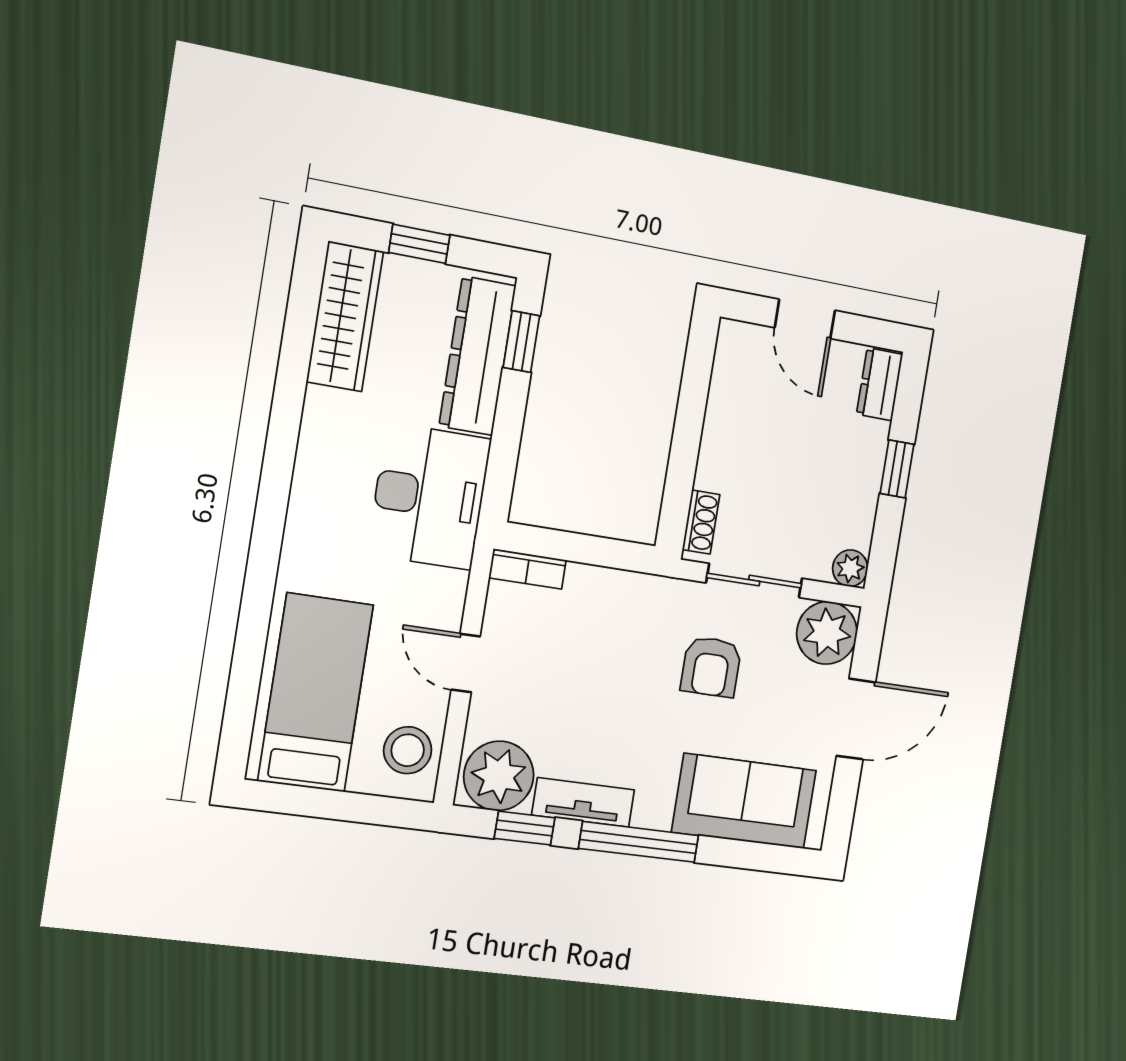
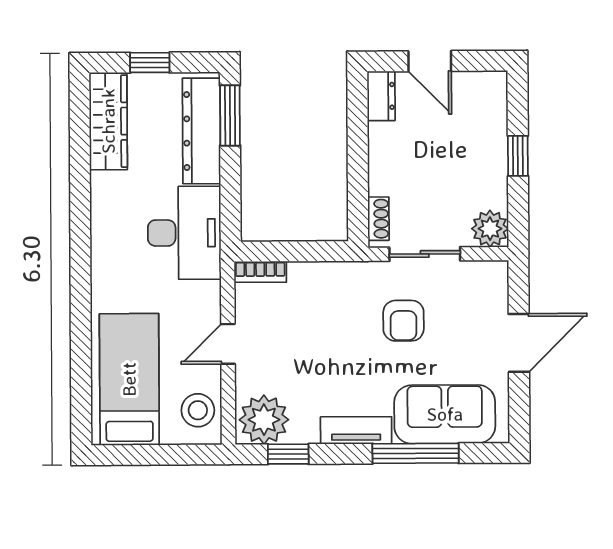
window: (521, 342) -> (230, 115), width x1.50
dresser: (880, 384) -> (381, 96), moved, turned 180
plant: (850, 568) -> (490, 229), width x1.38, depth x1.38
plant: (827, 633) -> (486, 283), removed
door: (466, 663) -> (228, 344), hinge flipped
tv unit: (583, 802) -> (356, 430), moved
window: (639, 842) -> (416, 453), moved

